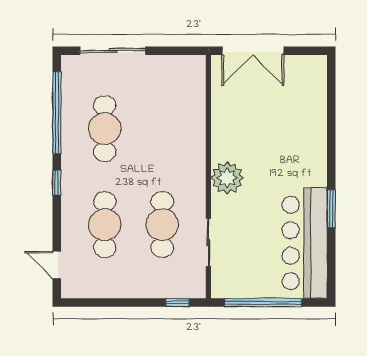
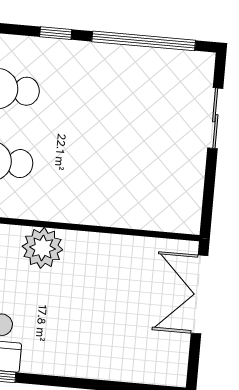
sliding door: (113, 51) -> (215, 118), width x0.73
cafe table: (105, 129) -> (118, 99), removed

